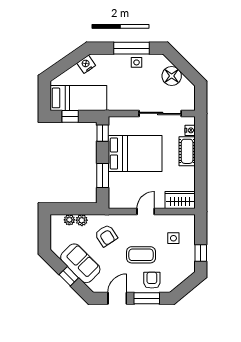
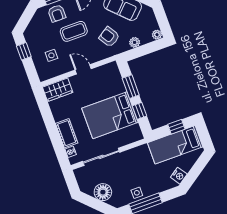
window: (103, 133) -> (140, 111), moved
door: (146, 212) -> (83, 69), swing flipped
plant: (69, 220) -> (157, 35), moved

